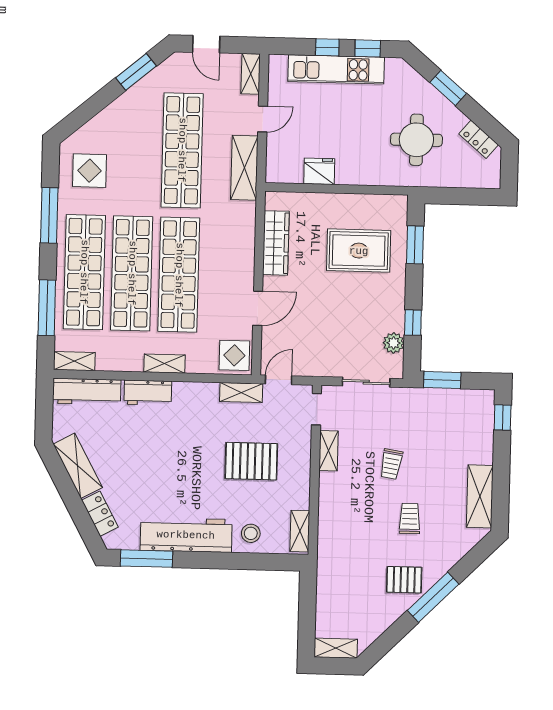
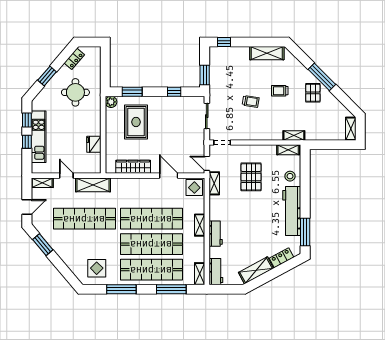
plant: (394, 343) -> (111, 102), moved
workbench: (87, 392) -> (216, 272), width x0.73
shelving: (329, 451) -> (294, 135), moved

